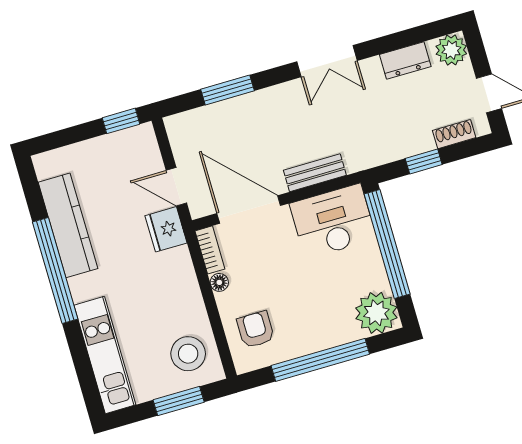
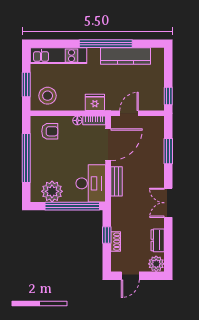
shoe rack: (454, 134) -> (116, 242), moved
fridge: (166, 229) -> (95, 102), moved
plant: (376, 313) -> (52, 191), moved

